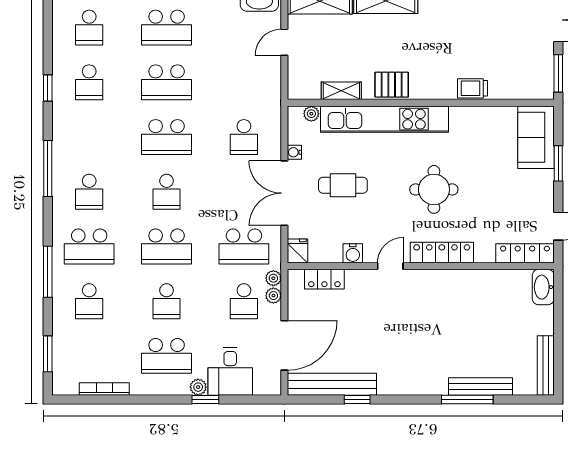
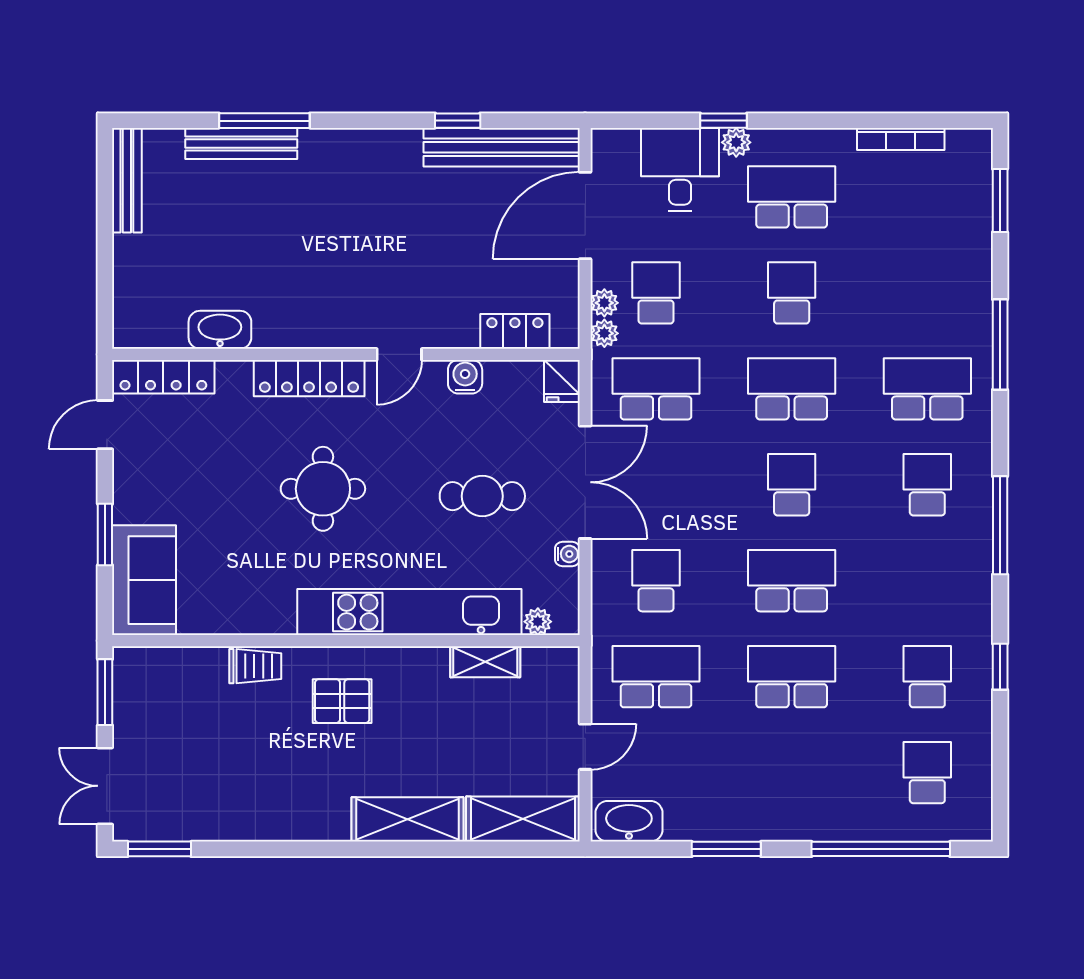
school desk: (167, 28) -> (656, 677), moved
pallet: (392, 85) -> (342, 701), moved
washbasin: (543, 287) -> (220, 330), moved, turned -90
school desk: (89, 301) -> (927, 293), removed

